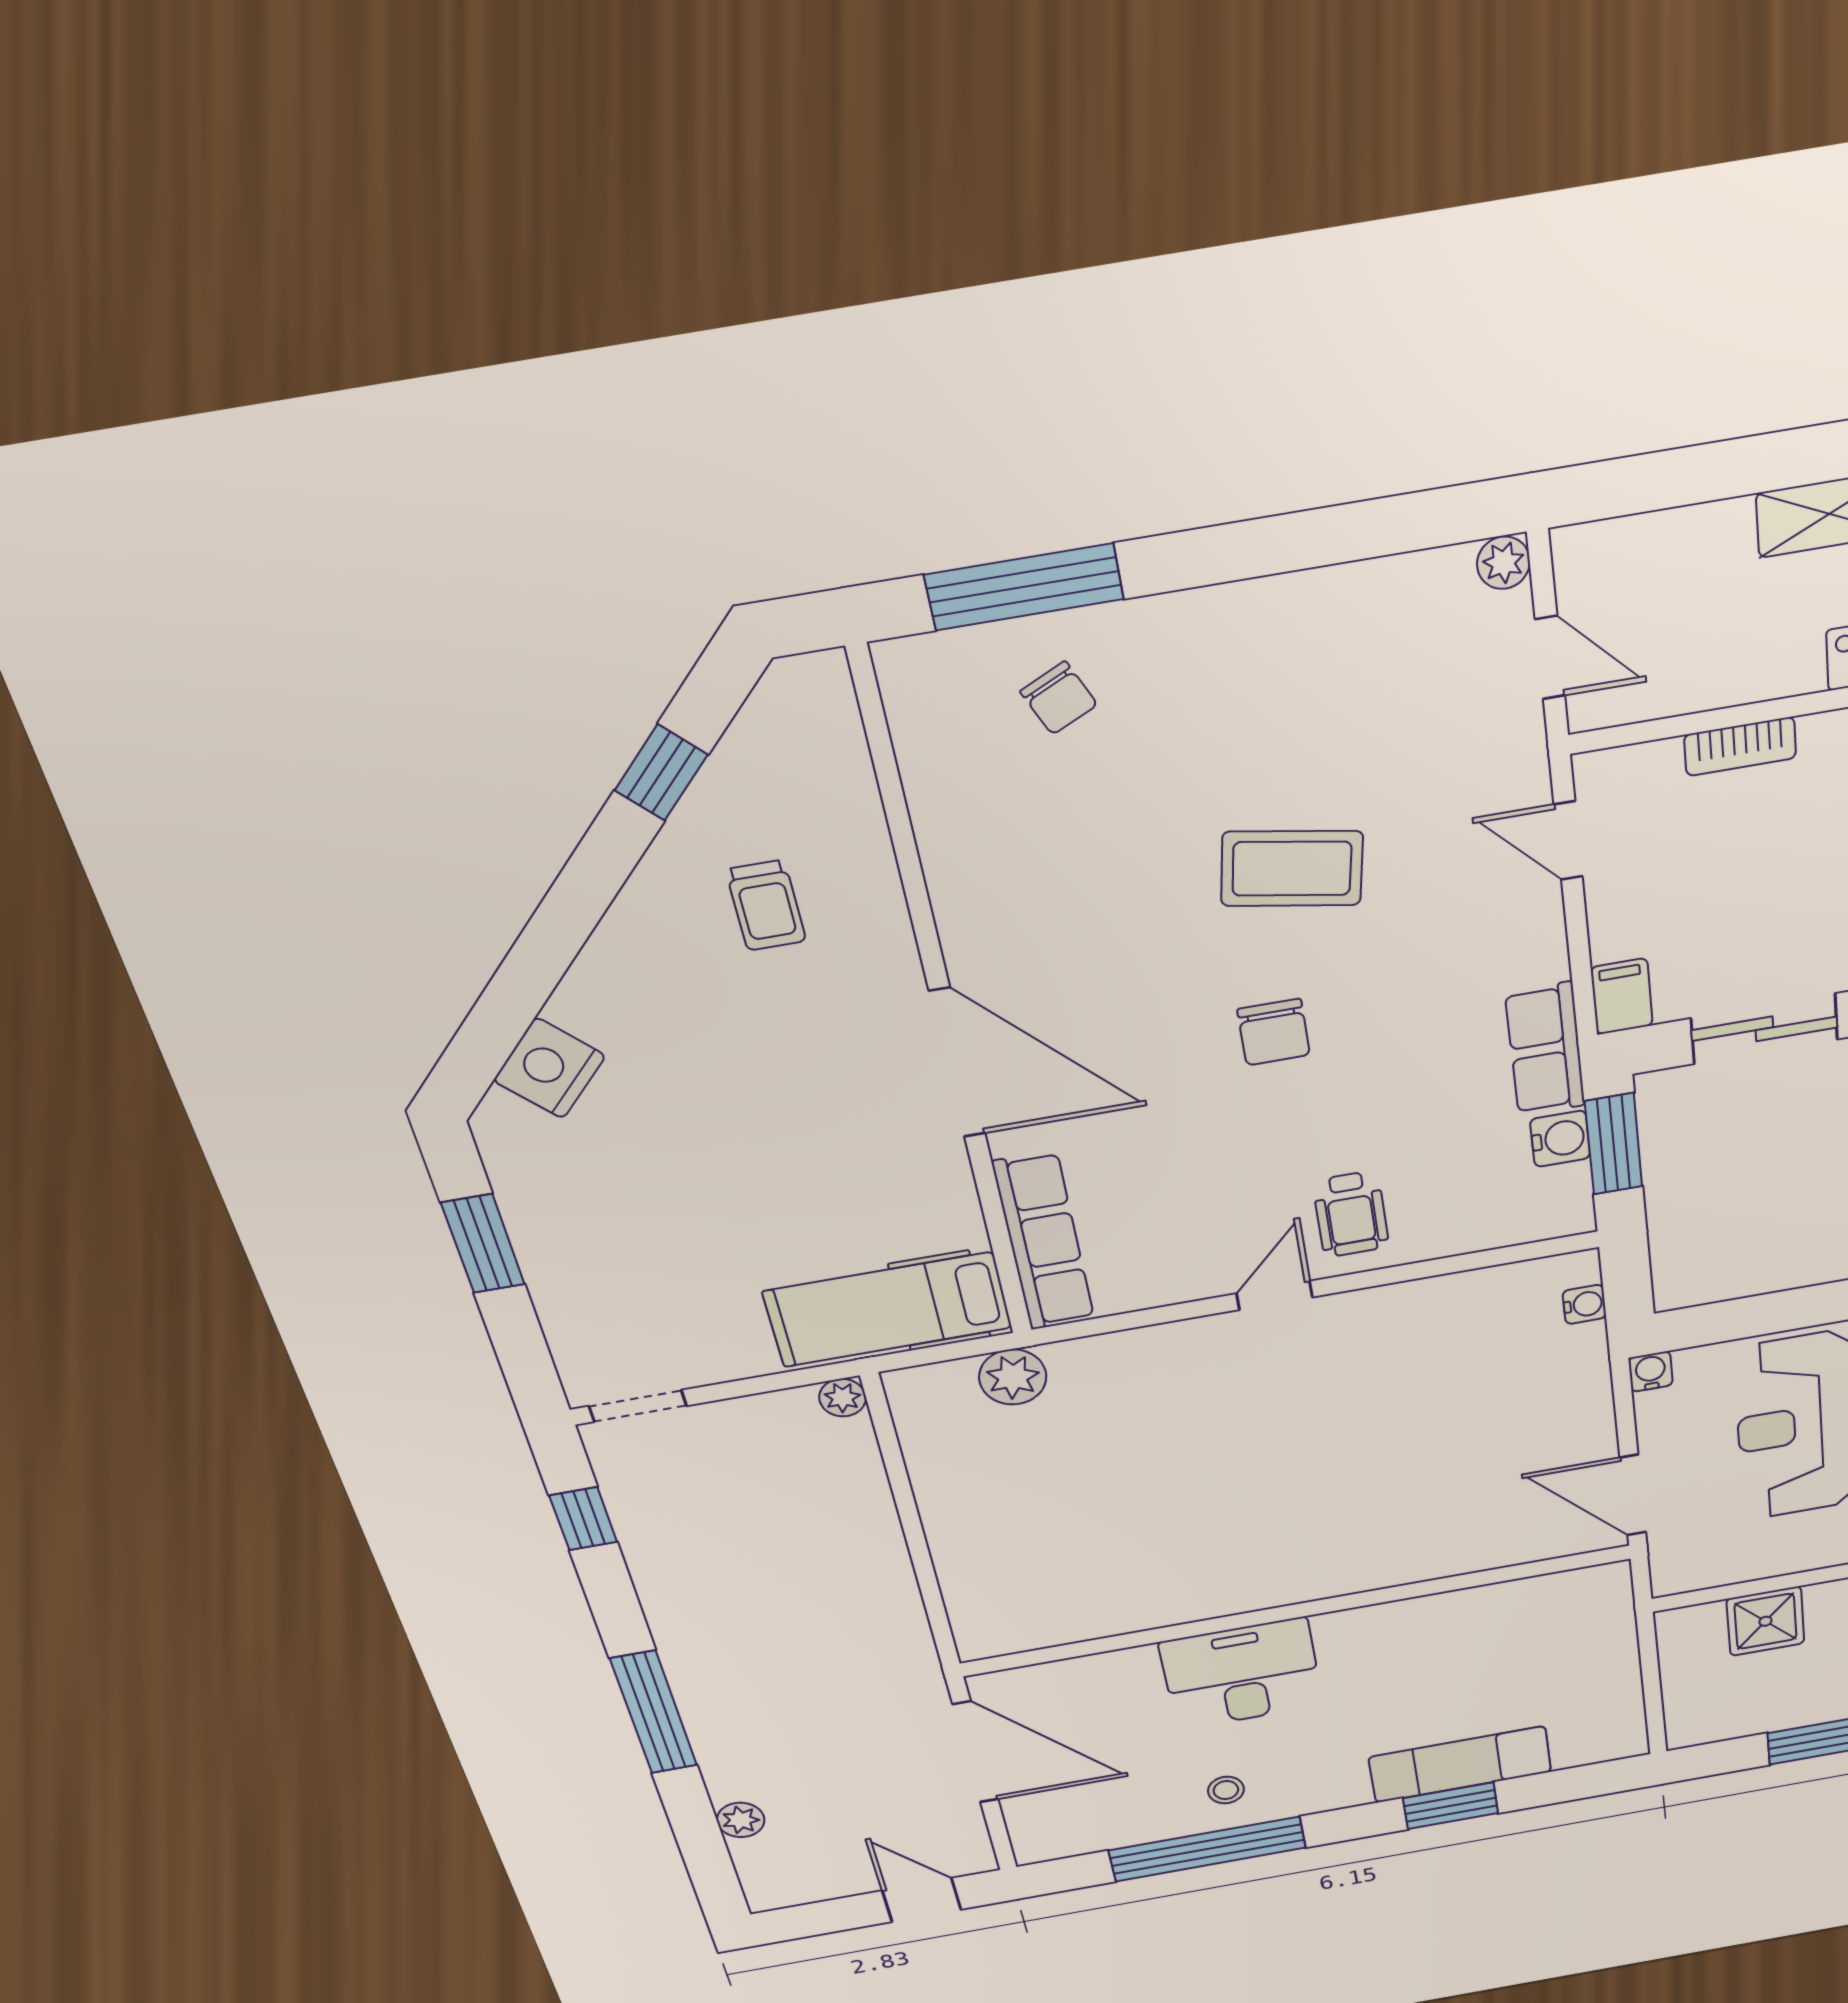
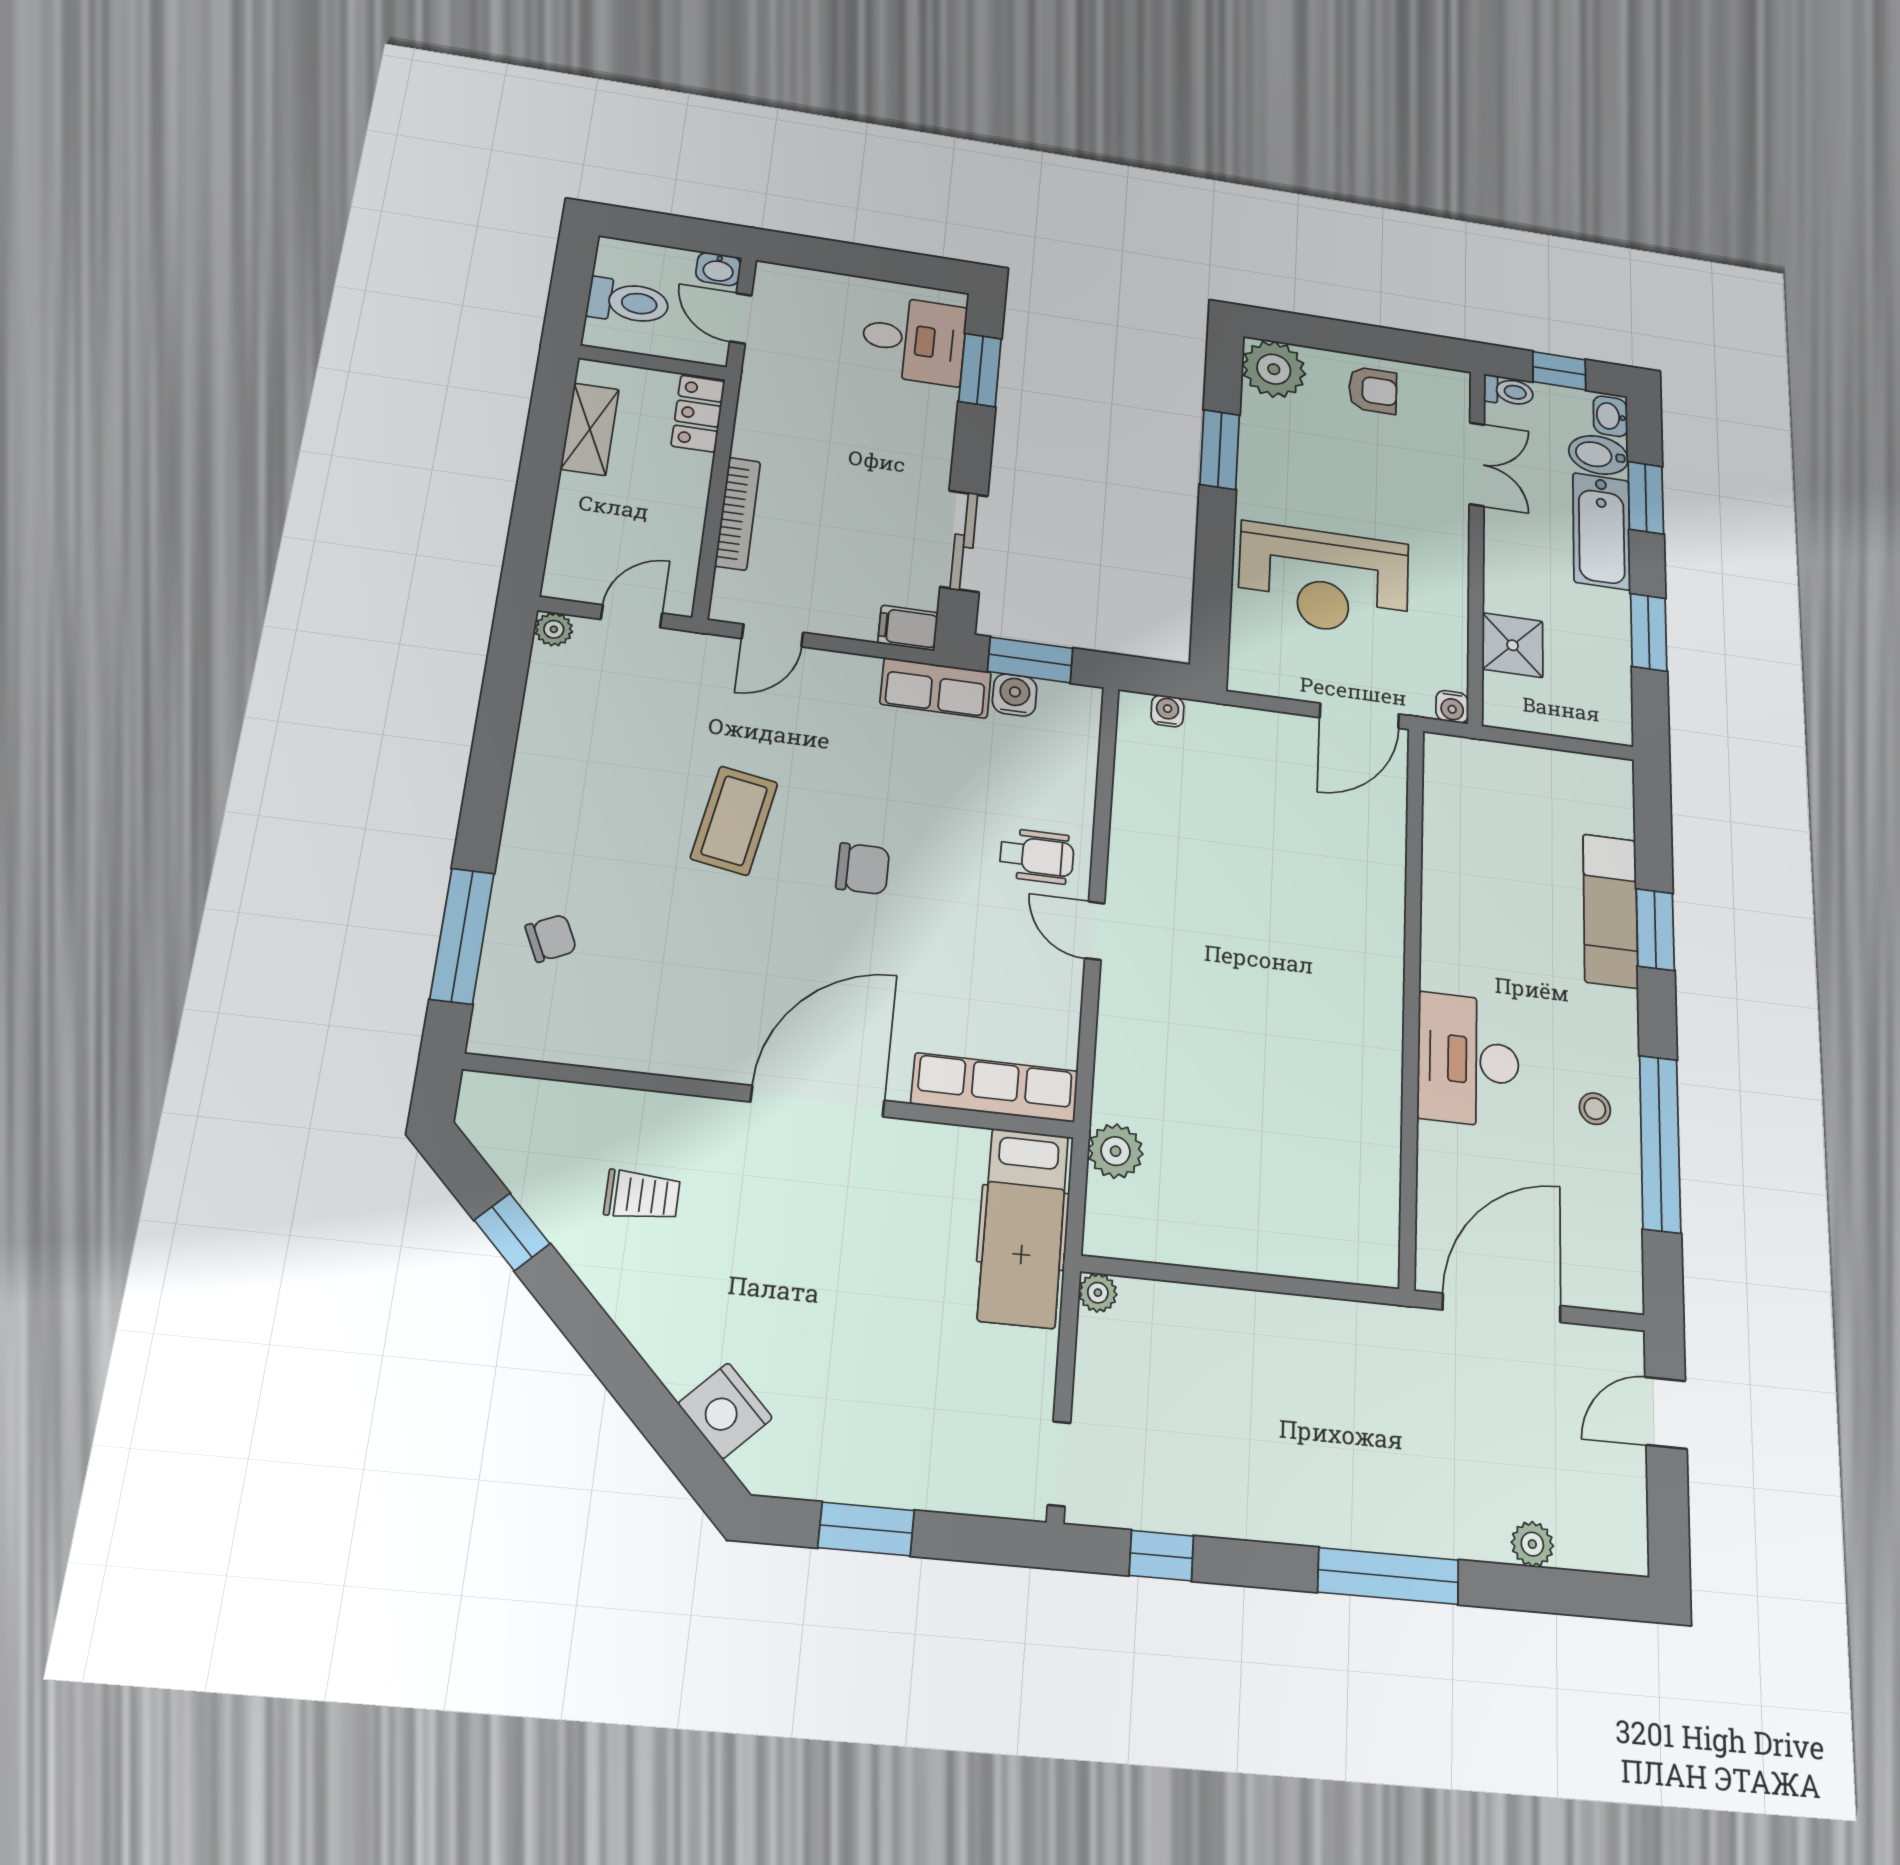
bookcase: (1740, 747) -> (738, 514), width x1.56
water cooler: (1651, 1372) -> (1452, 707), moved, turned -90

